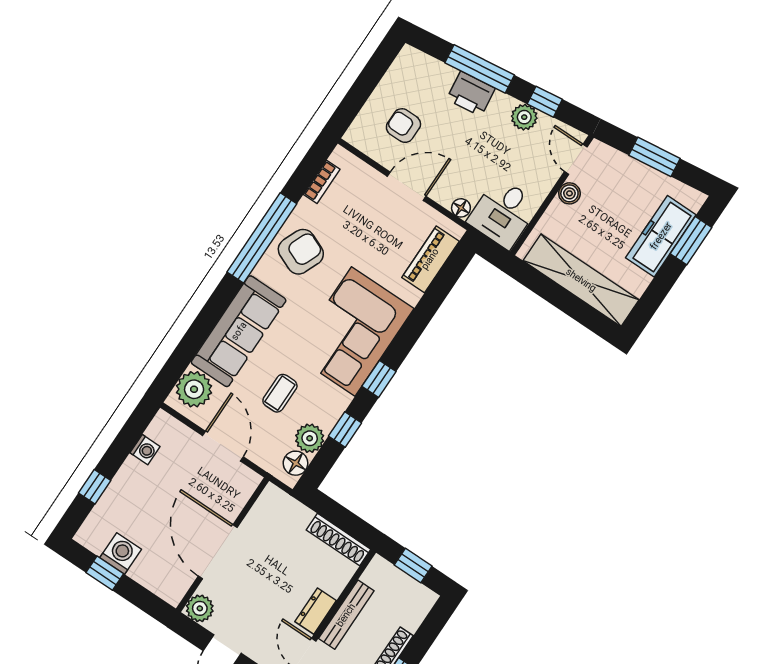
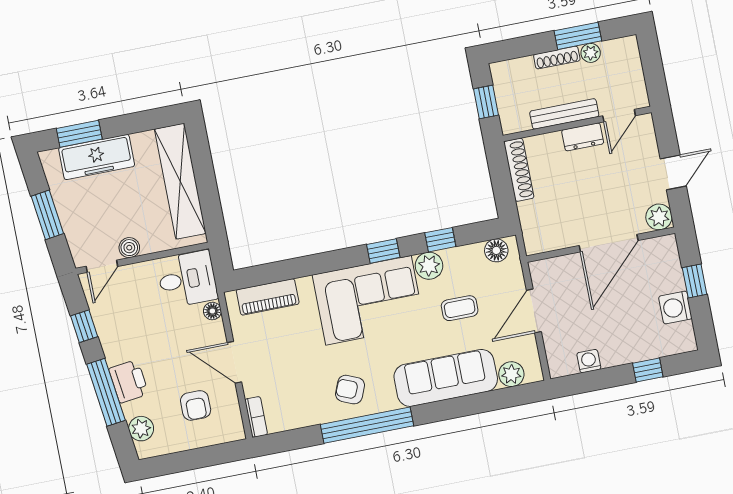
plant: (524, 117) -> (141, 429), moved
bookcase: (322, 182) -> (256, 417), moved, turned 90
armchair: (301, 252) -> (350, 390), width x0.72, depth x0.72
plant: (194, 389) -> (511, 374), width x0.73, depth x0.73
plant: (310, 438) -> (429, 266), moved
window: (105, 573) -> (695, 281), moved

